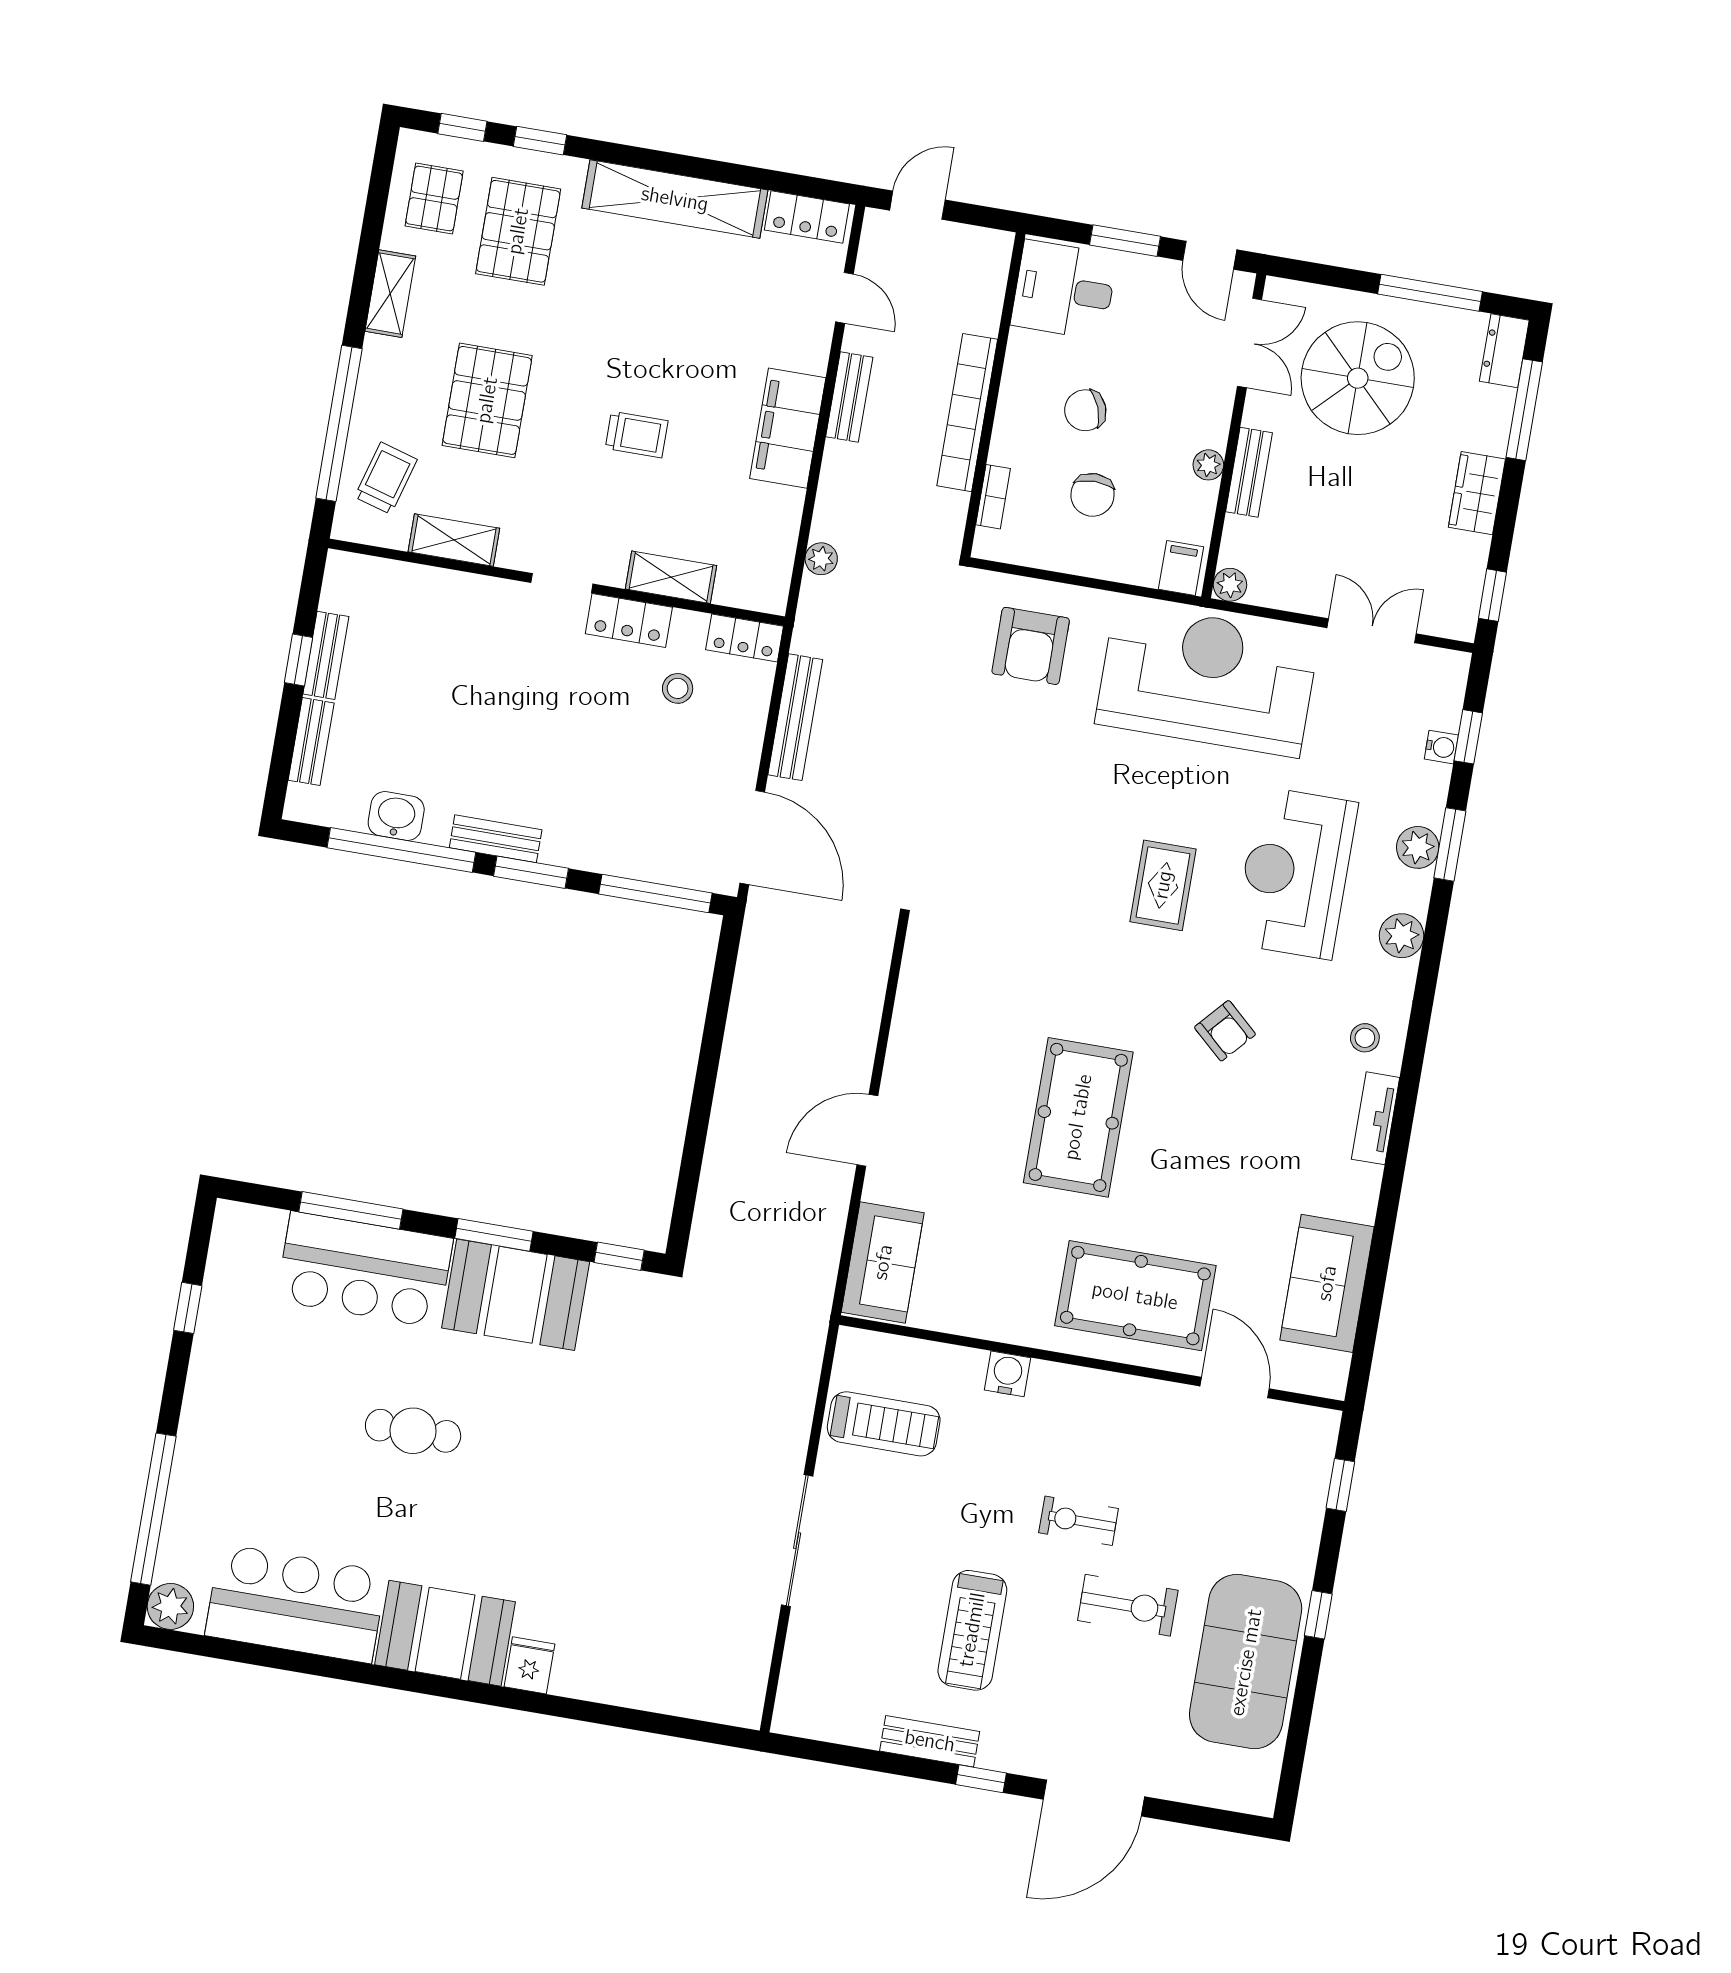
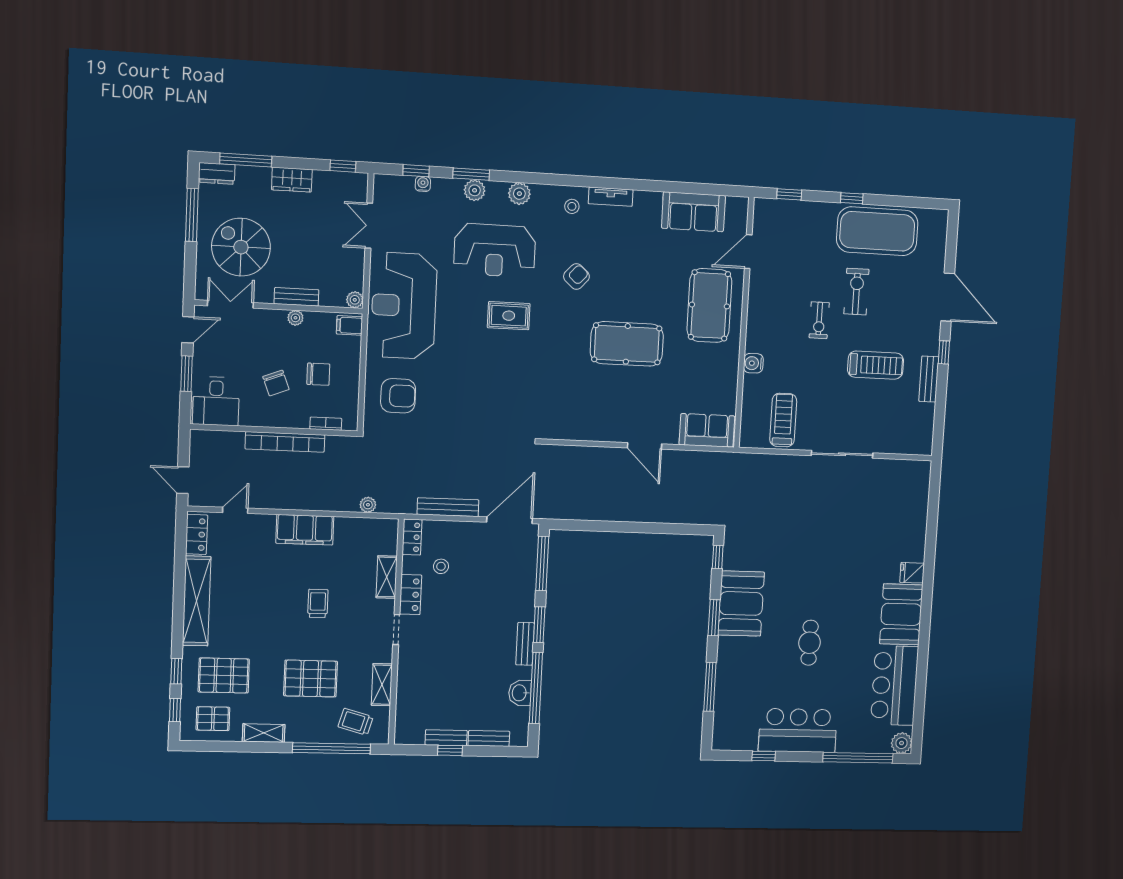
bench: (849, 397) -> (285, 501), removed
bar counter: (365, 1270) -> (798, 730), moved, turned -90

